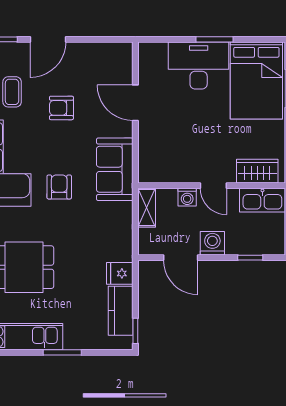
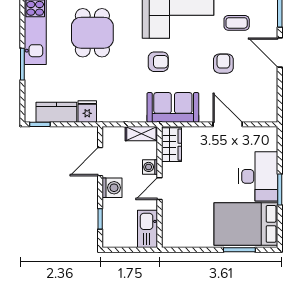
door: (135, 103) -> (228, 124), hinge flipped
wardrobe: (257, 171) -> (171, 145), moved

